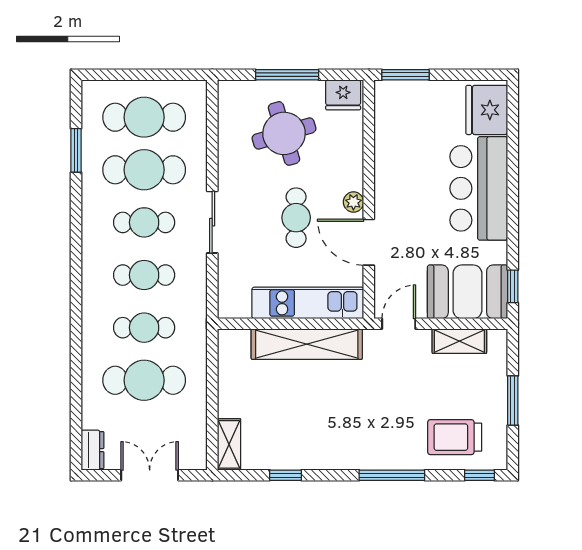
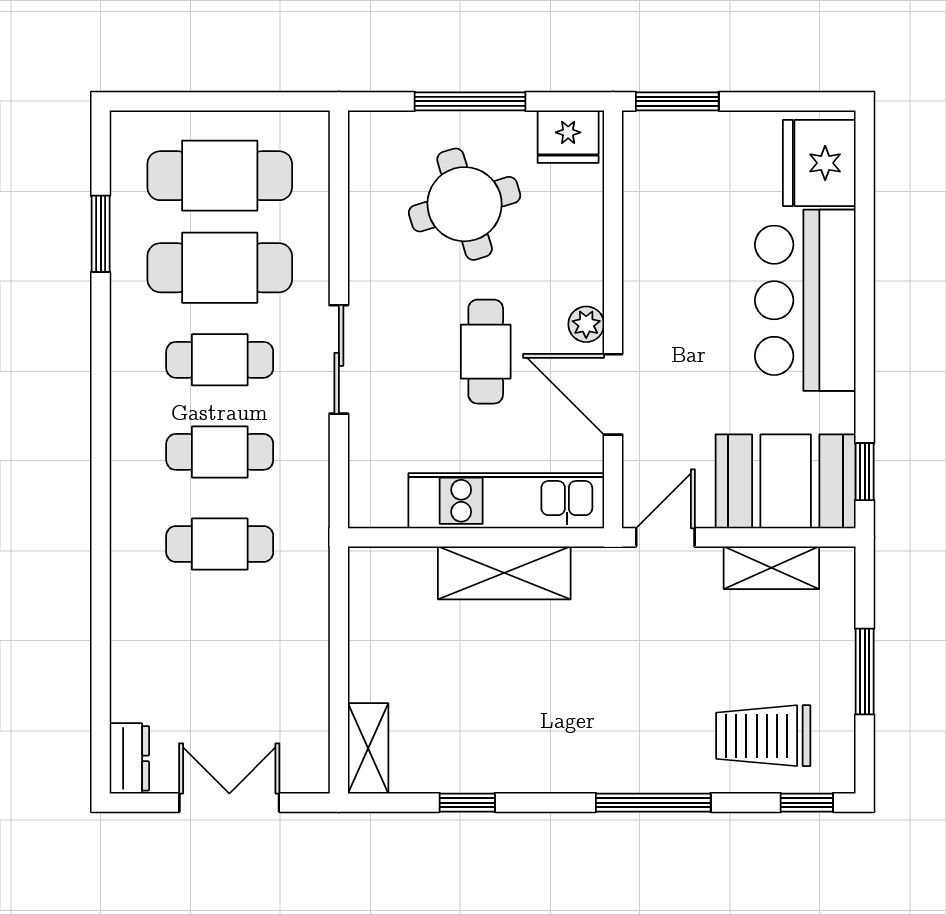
shelving: (307, 344) -> (504, 573), width x0.68
cafe table: (144, 380) -> (220, 636), removed

